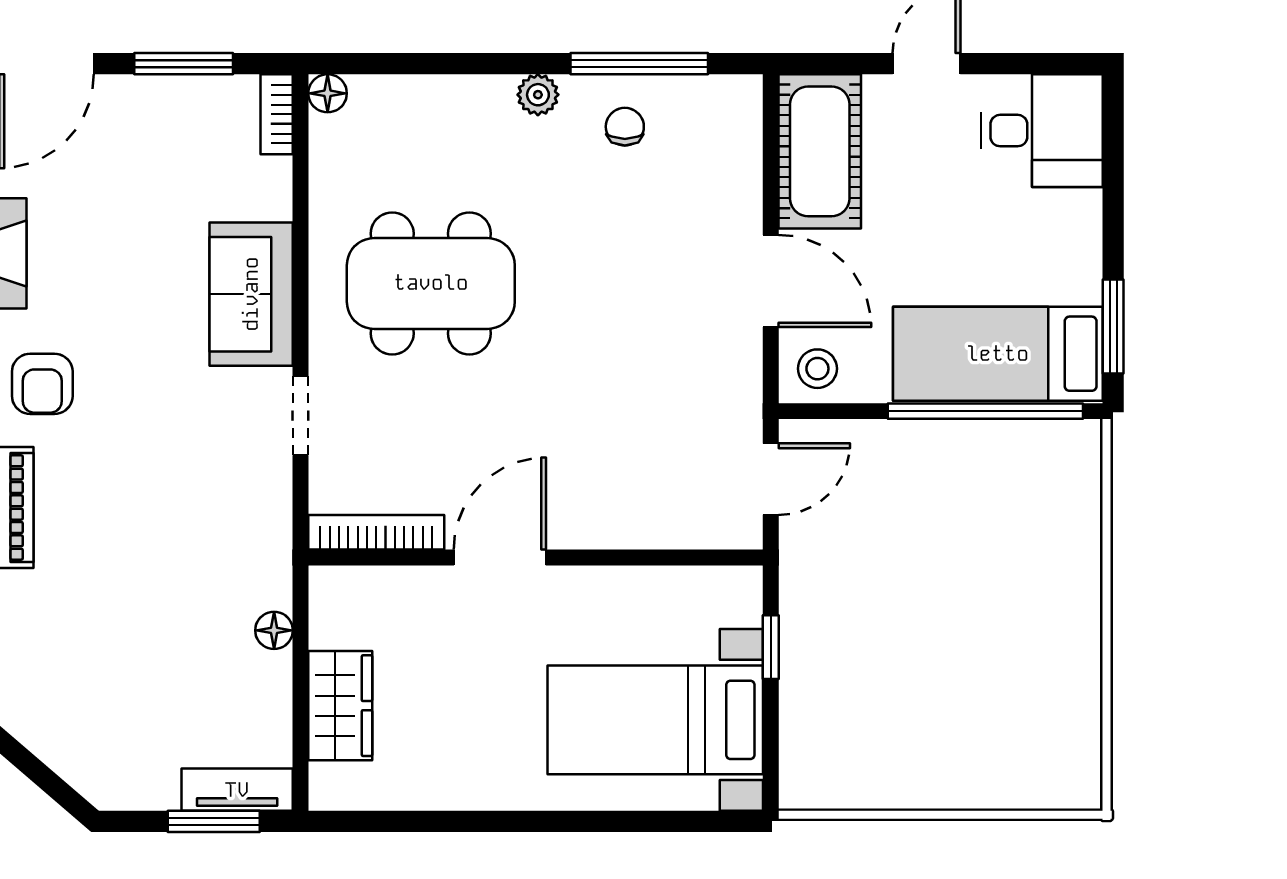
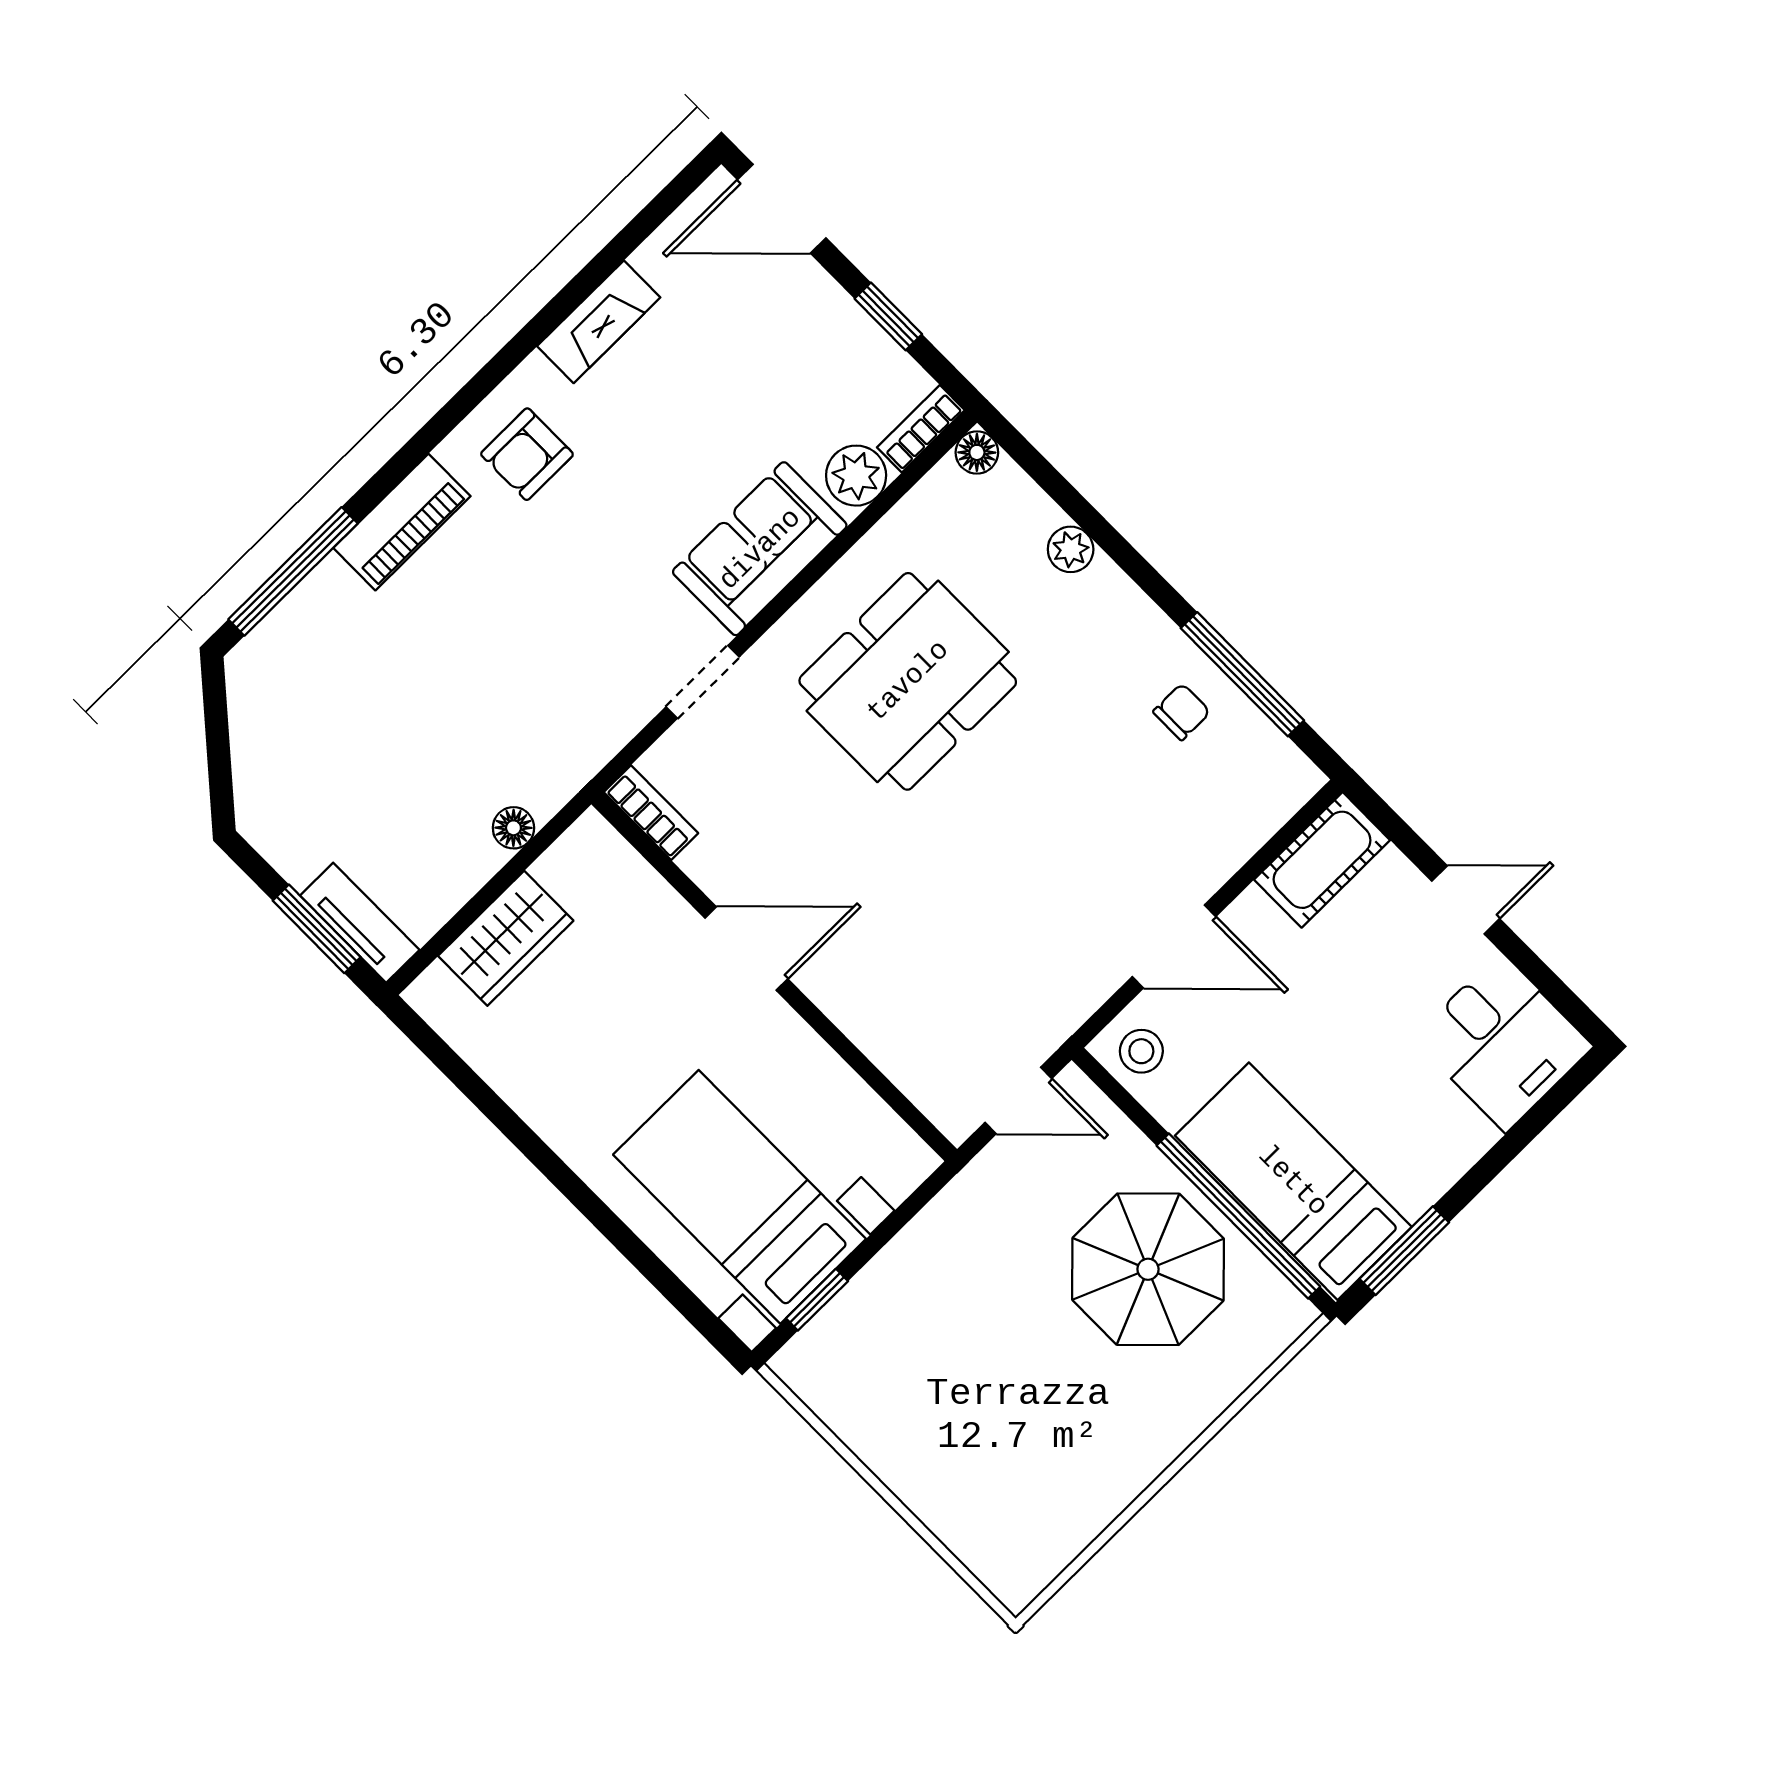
window: (184, 64) -> (888, 316), width x0.67
plant: (538, 95) -> (1071, 549), moved
cot: (820, 151) -> (1322, 860), width x0.73, depth x0.75
plant: (266, 186) -> (856, 476), added
door: (771, 281) -> (1174, 947), hinge flipped
dining table: (431, 283) -> (908, 681), turned 90
parasol: (962, 503) -> (1148, 1269), added
bookcase: (376, 532) -> (651, 813), width x0.64
window: (771, 647) -> (817, 1300), moved

